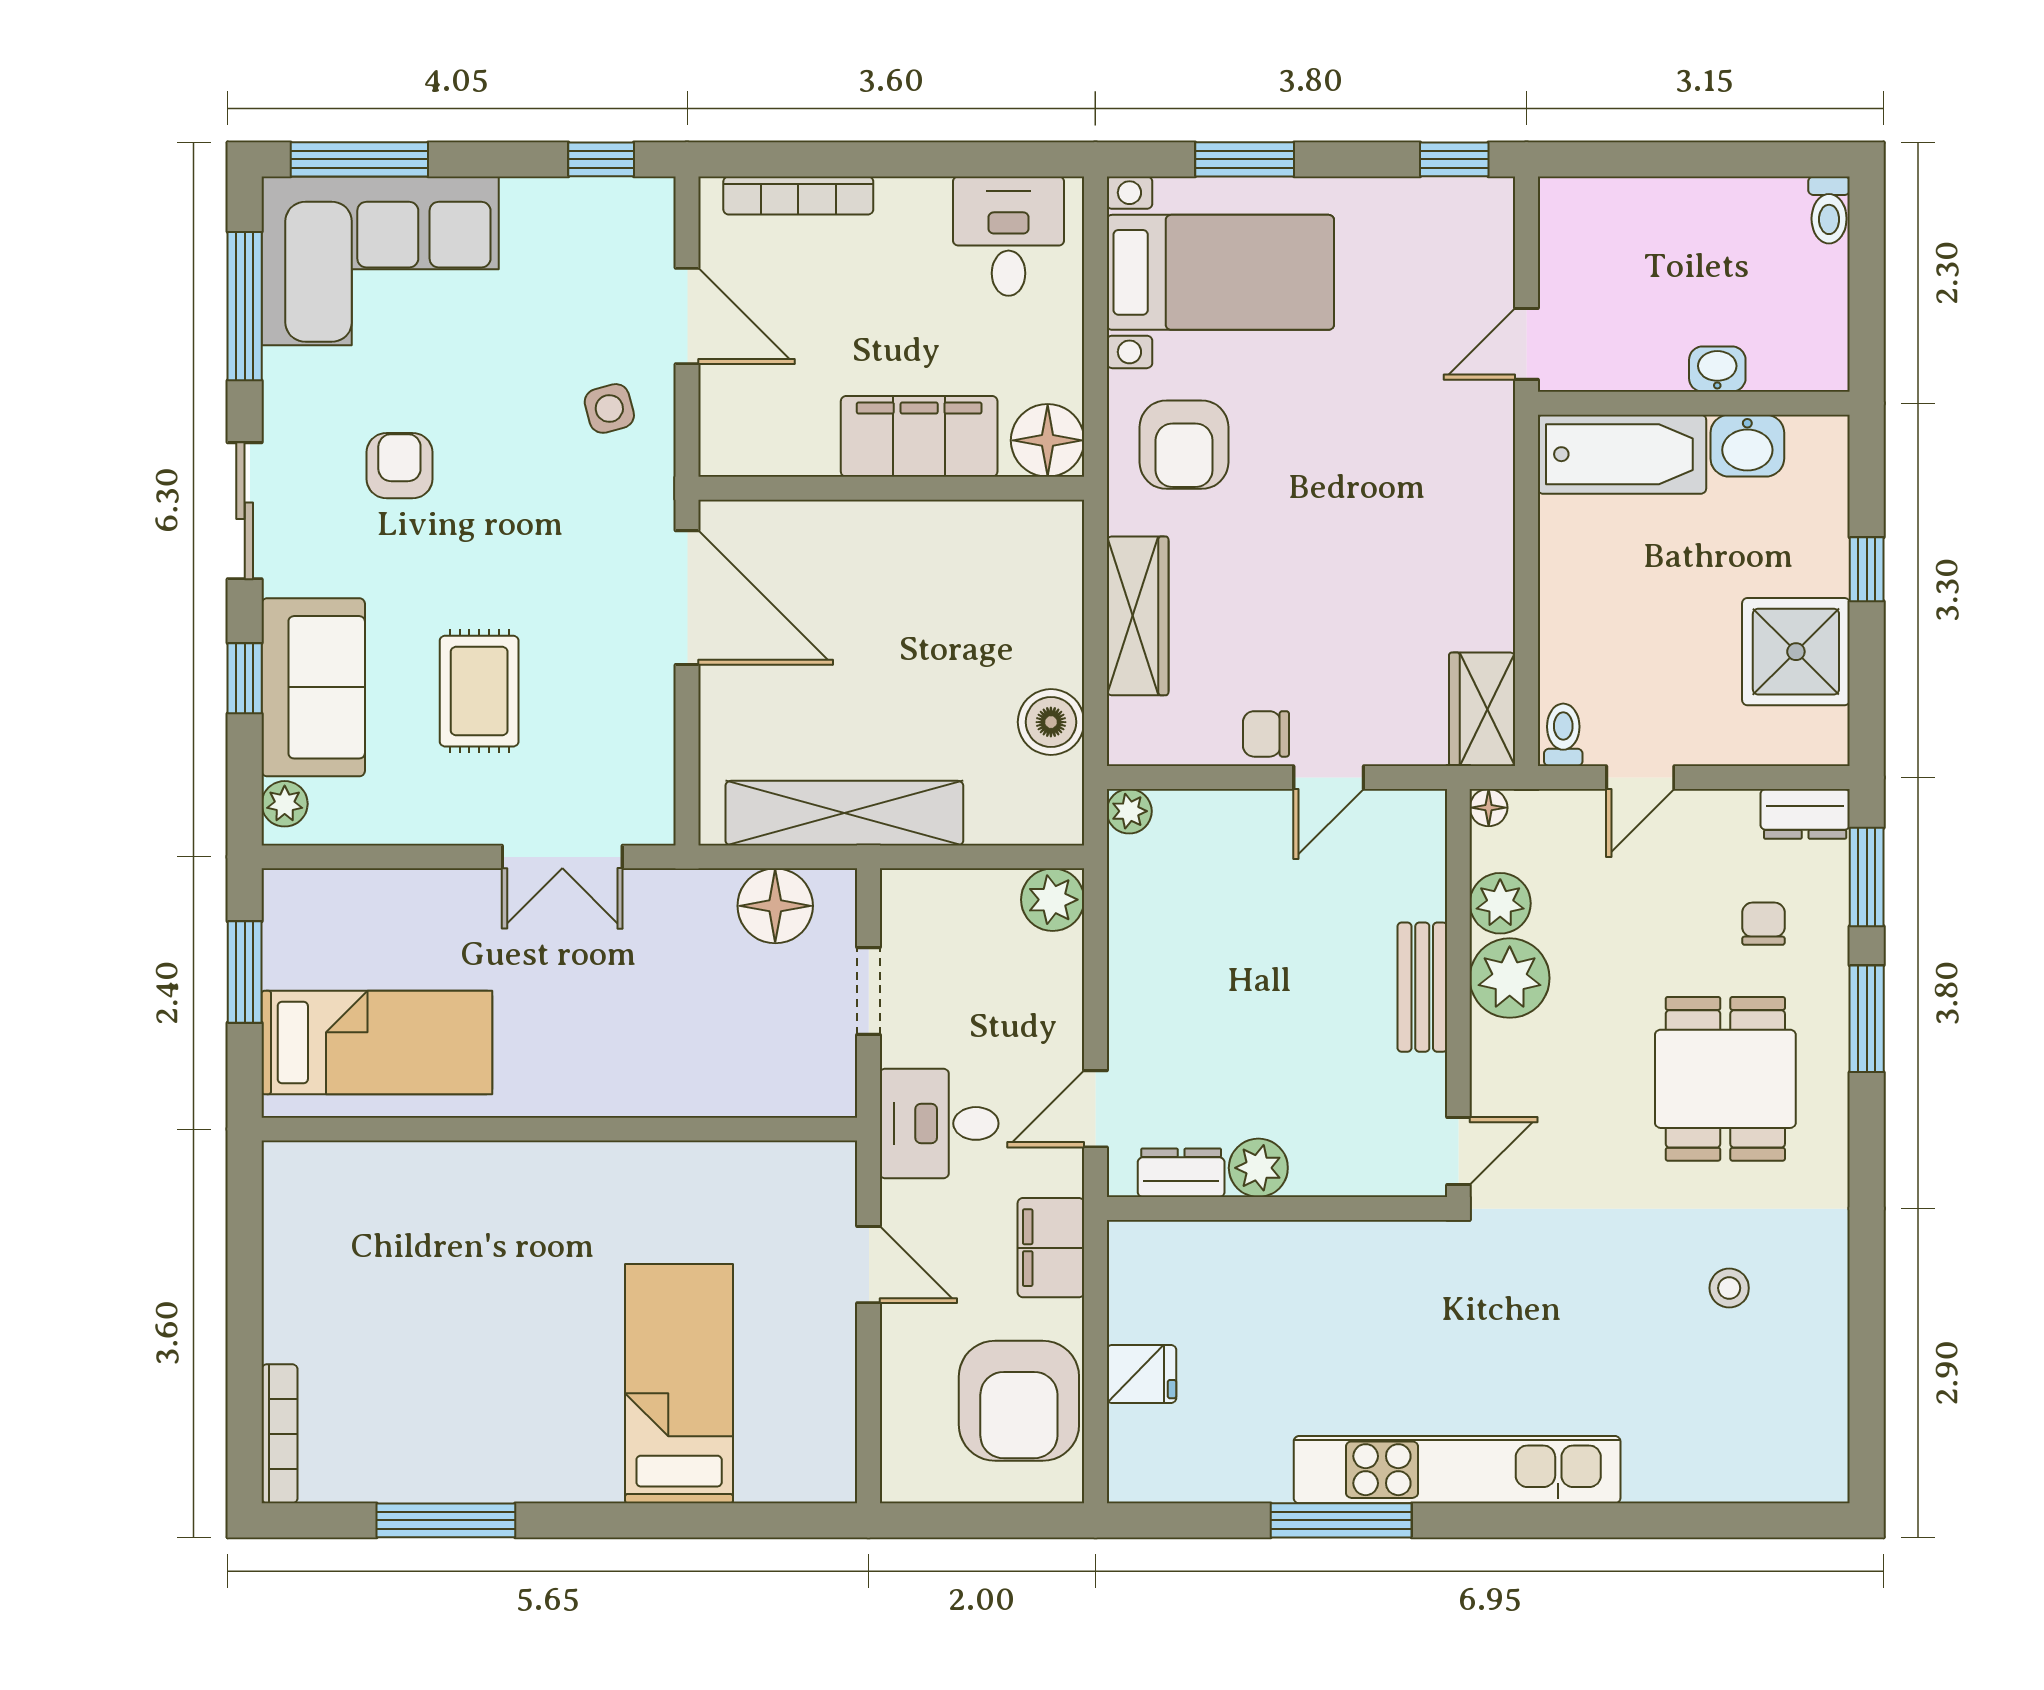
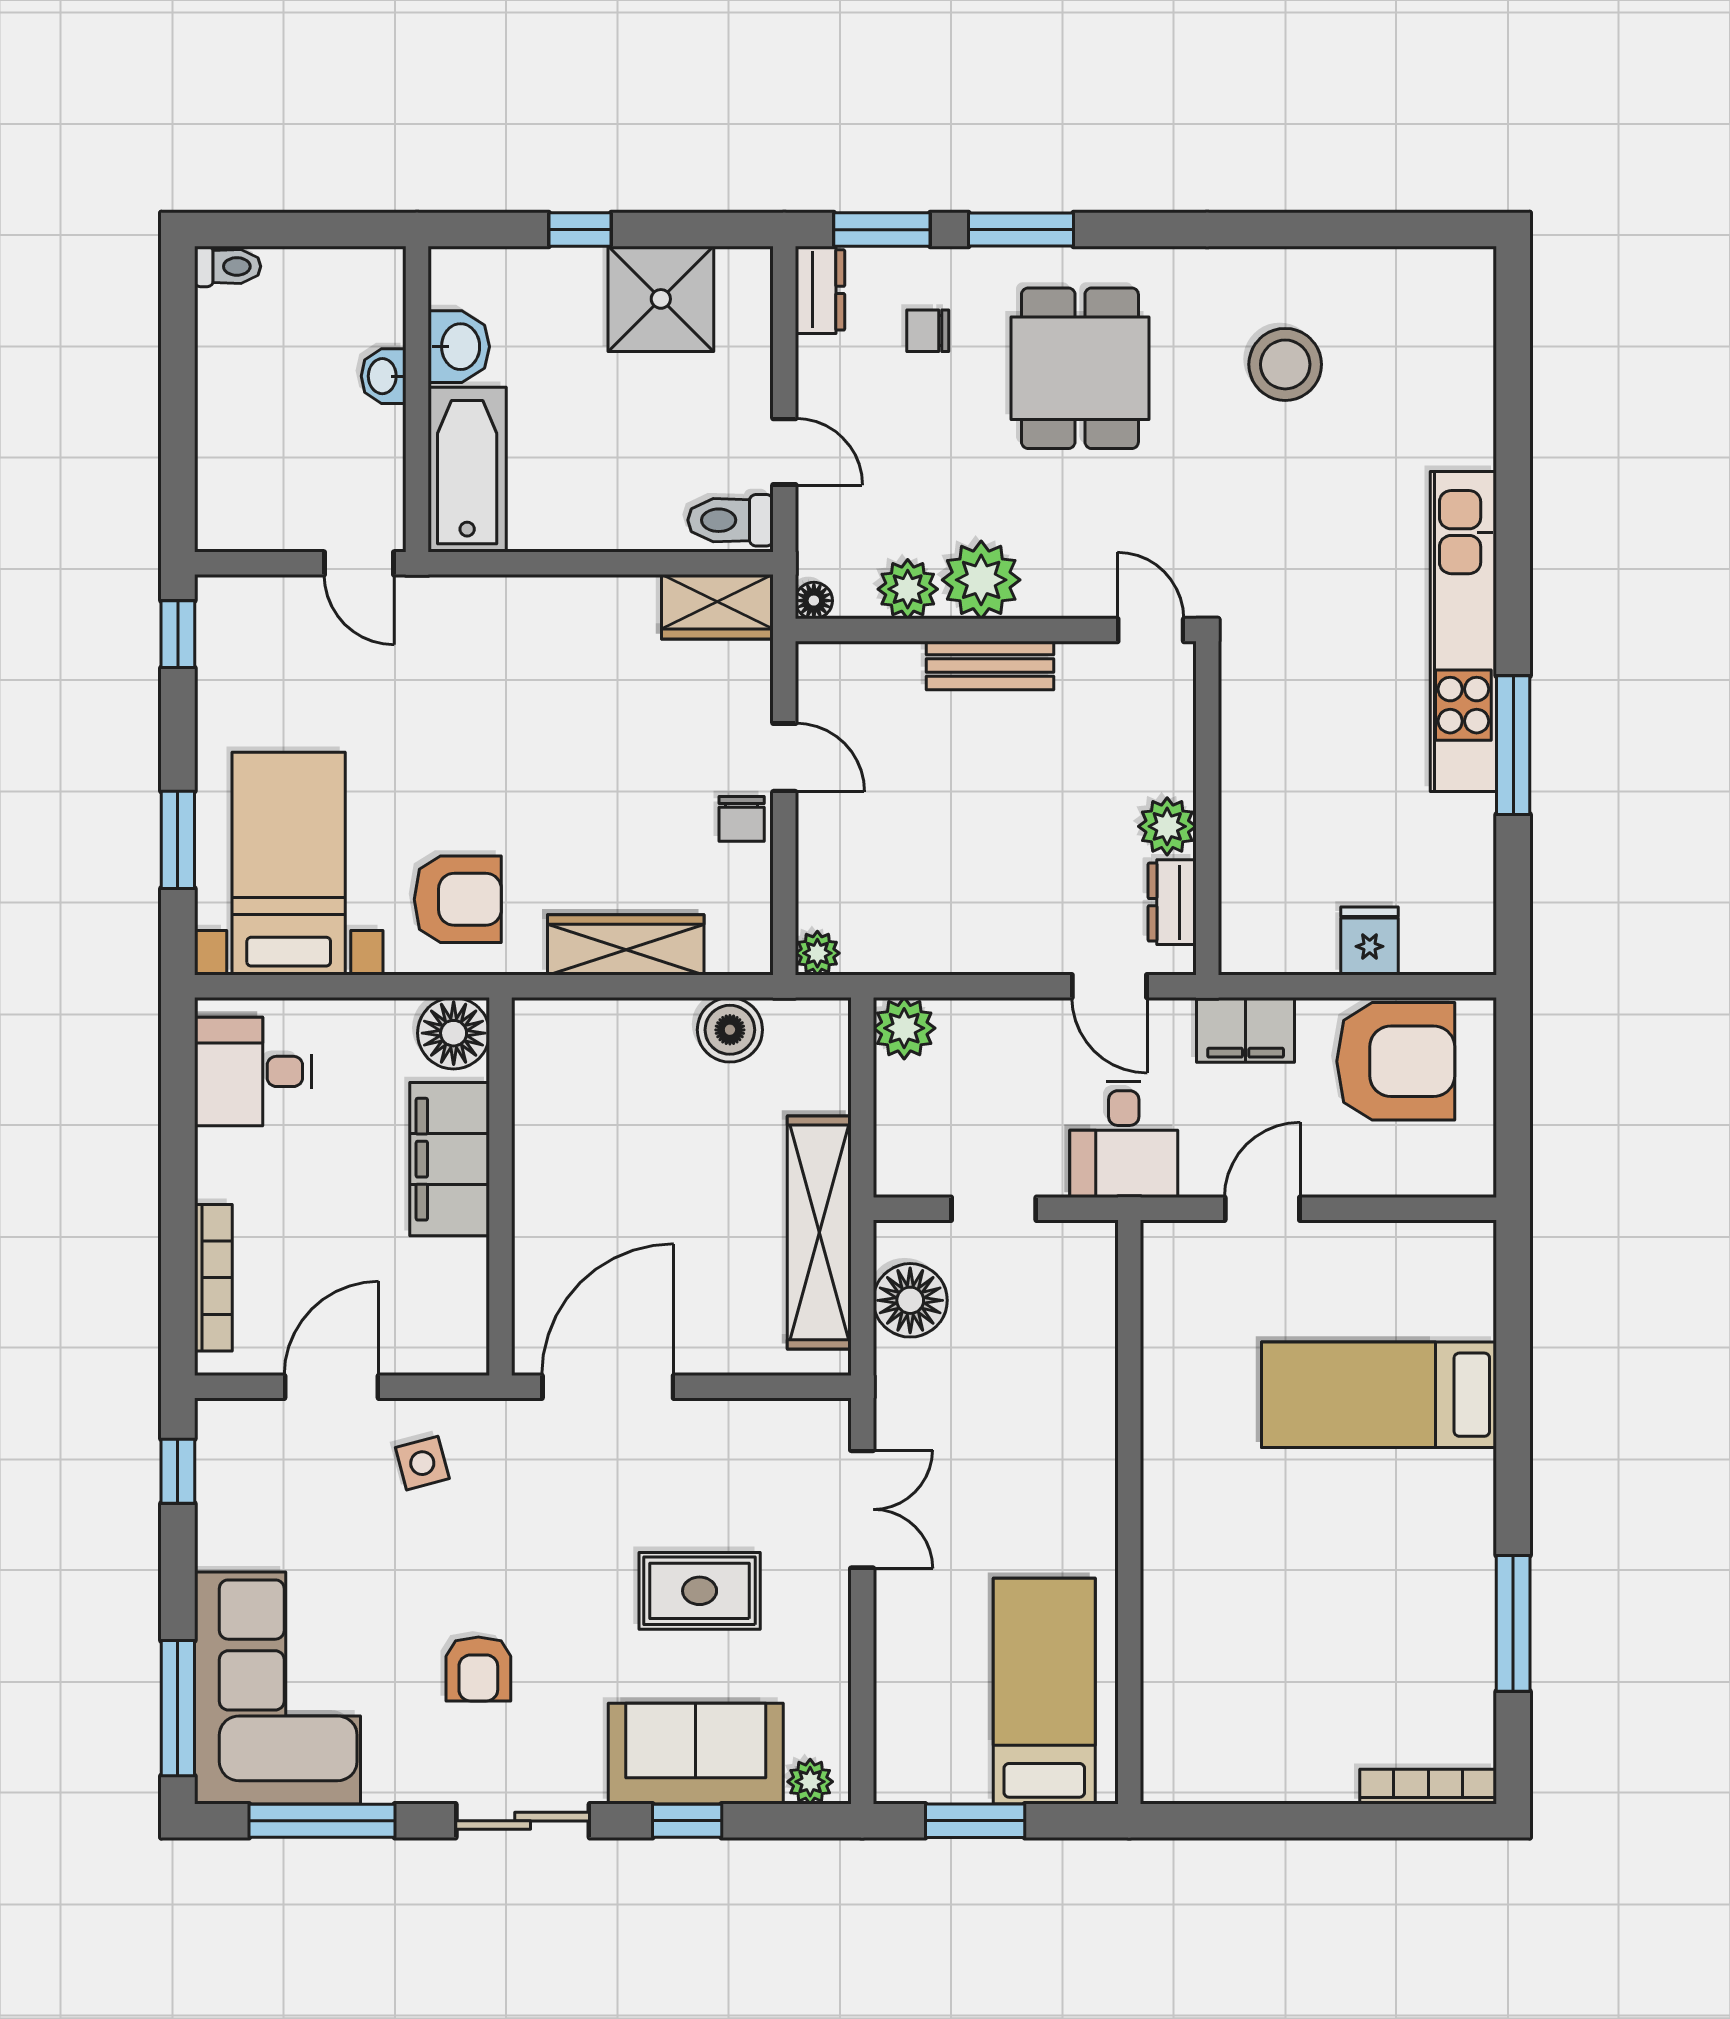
armchair: (399, 466) -> (478, 1669), turned -90
toilet: (1563, 735) -> (731, 520), width x1.37, depth x1.39
dining table: (1725, 1079) -> (1080, 368), turned 90
stool: (1729, 1288) -> (1285, 364), width x1.89, depth x1.89

